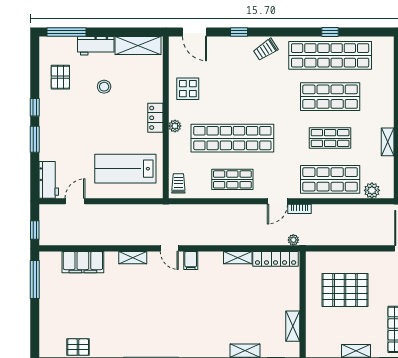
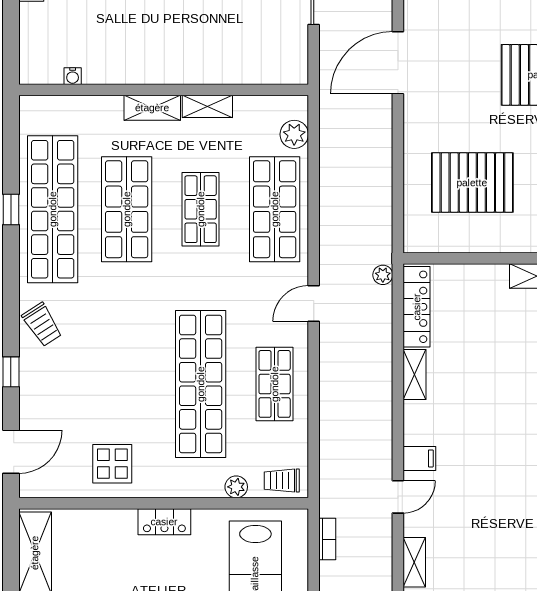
shelving: (387, 111) -> (152, 108), added
plant: (175, 126) -> (236, 487), moved
door: (277, 201) -> (314, 303), swing flipped
bookcase: (299, 209) -> (327, 539), moved
pallet: (345, 290) -> (472, 183), turned 90

